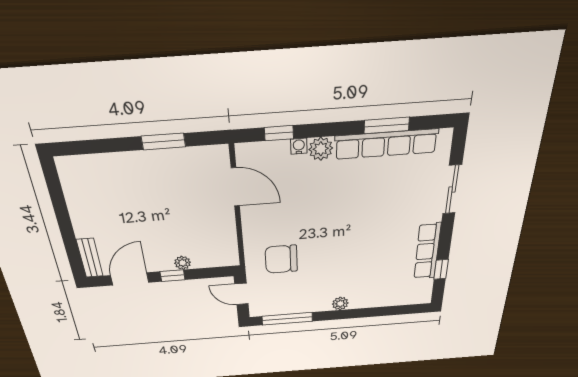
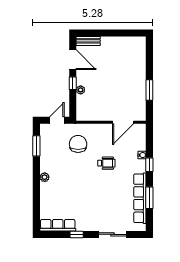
window: (279, 133) -> (149, 165), moved
plant: (321, 149) -> (140, 166), removed
wheelchair: (316, 210) -> (106, 163), added
row of seats: (427, 251) -> (58, 225), moved
window: (441, 269) -> (77, 234), moved
window: (287, 319) -> (36, 146), width x0.69

